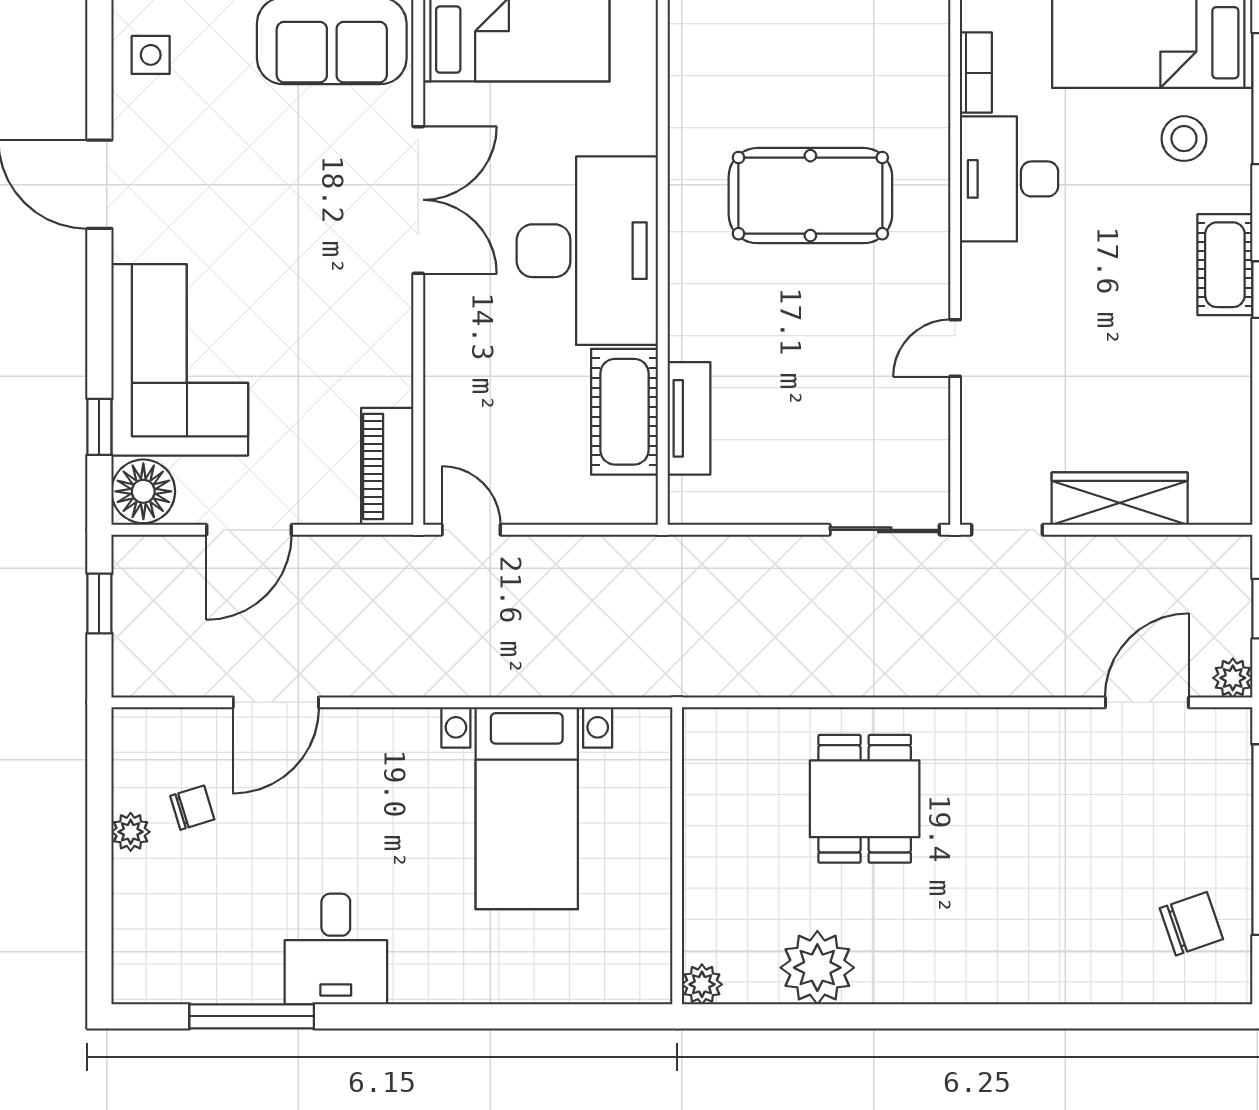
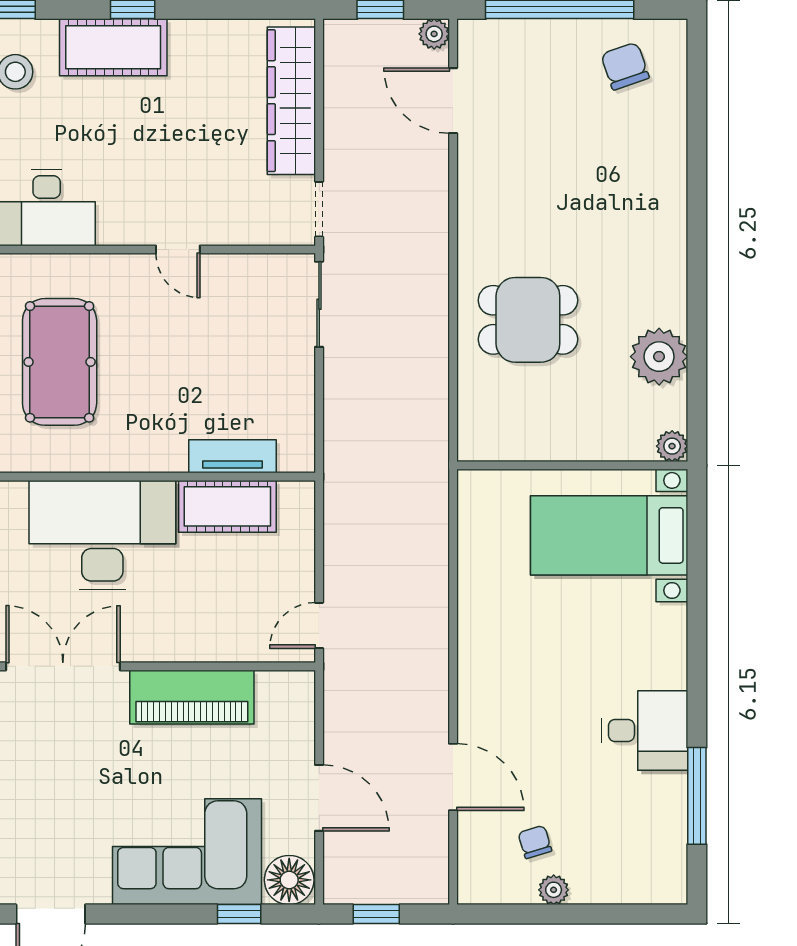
cot: (1225, 265) -> (113, 47), width x1.37, depth x1.34
piano: (387, 466) -> (192, 697), moved, width x1.37, depth x1.33
wardrobe: (1120, 499) -> (291, 101), width x1.40, depth x1.17
bed with nightstands: (527, 808) -> (609, 535), moved, turned 180

